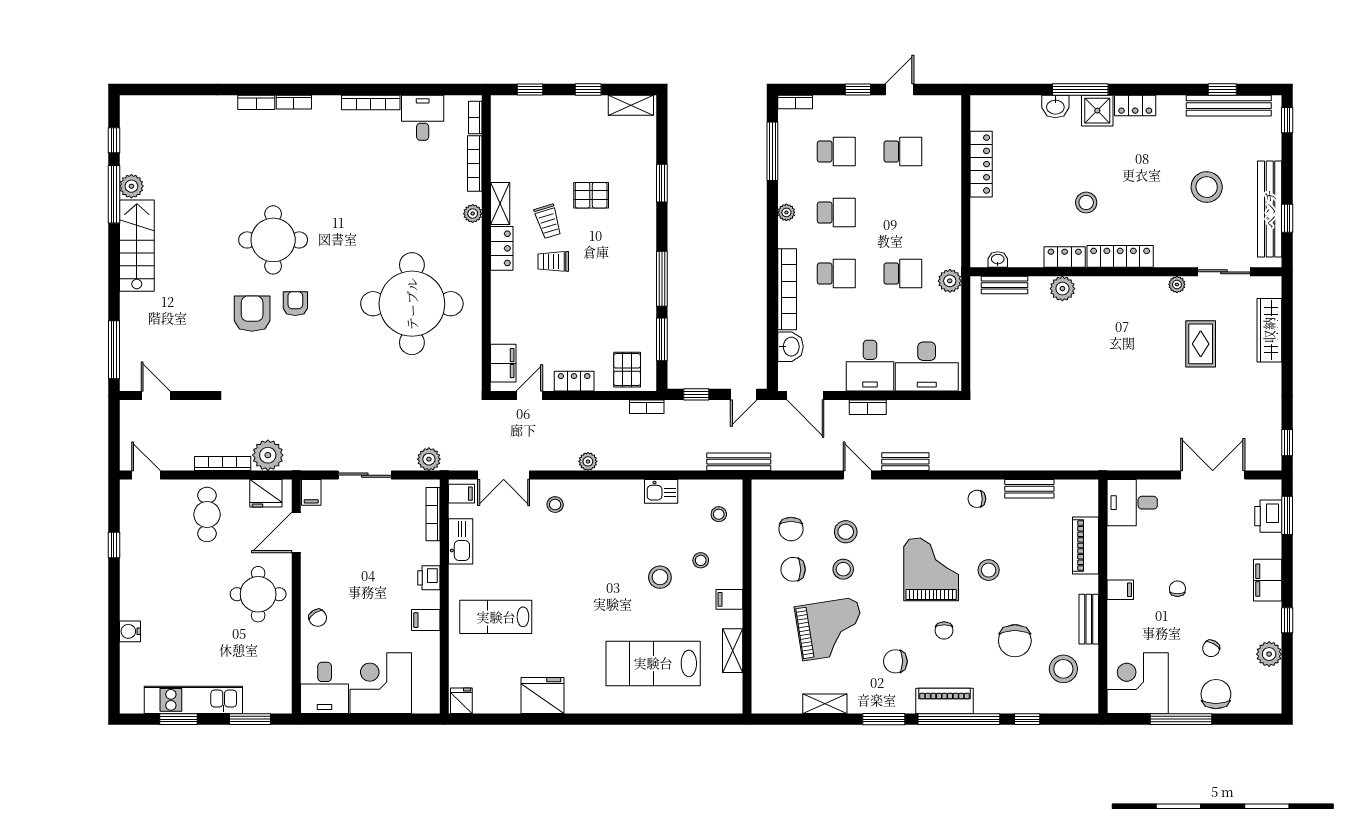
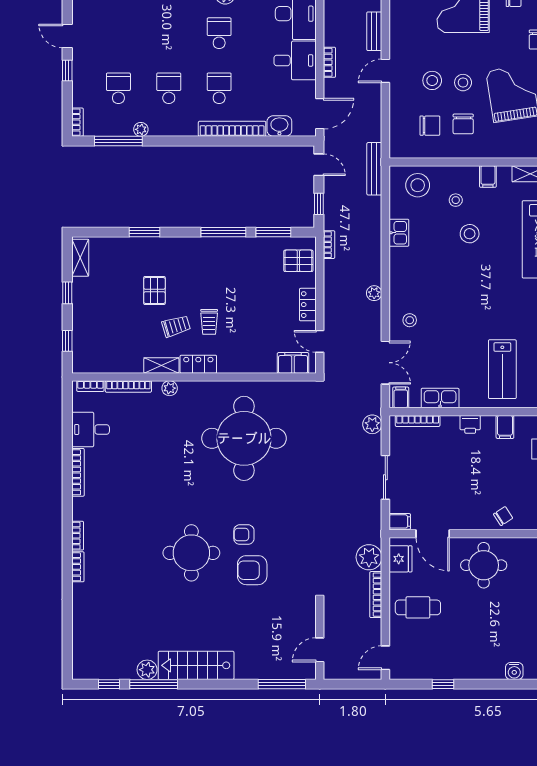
school desk: (903, 151) -> (118, 33), removed
plant: (786, 212) -> (141, 129), moved
stool: (719, 514) -> (418, 185), width x1.89, depth x1.89

